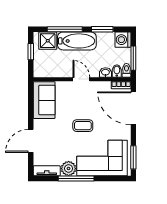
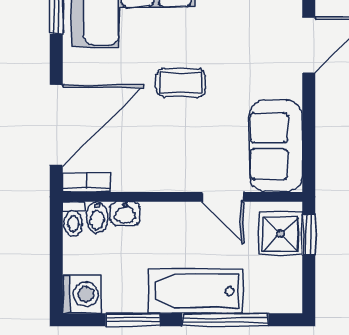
shower: (48, 41) -> (281, 234), moved
window: (31, 52) -> (309, 235), moved
window: (133, 58) -> (56, 249), removed
door: (81, 79) -> (223, 197), moved
door: (133, 108) -> (56, 125), hinge flipped

